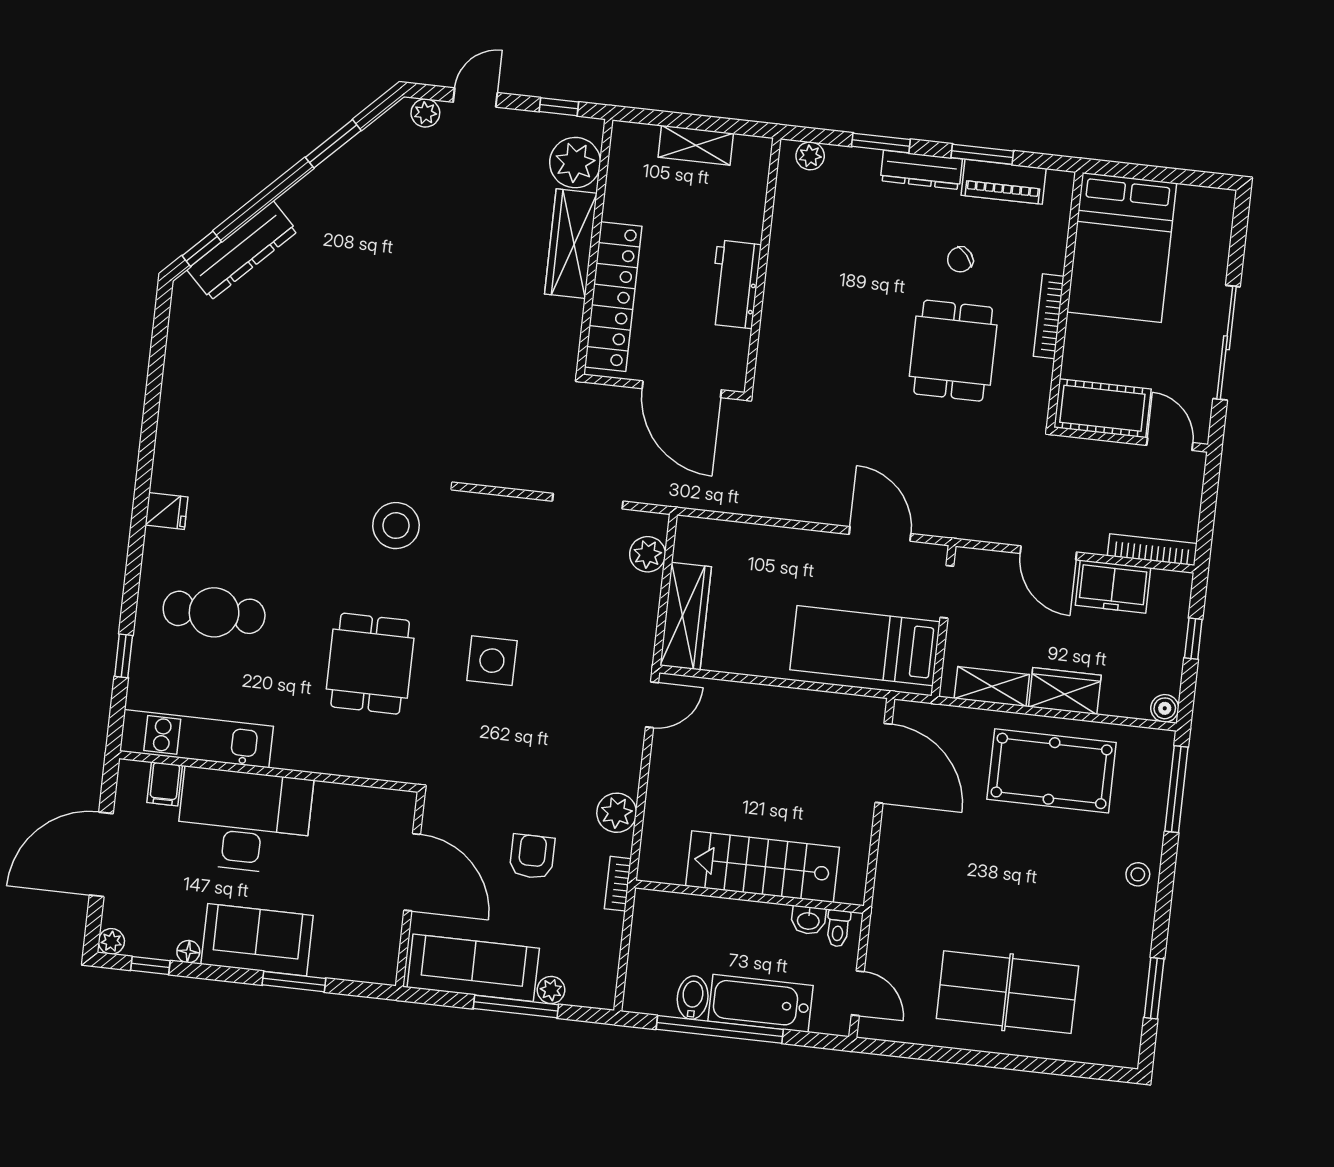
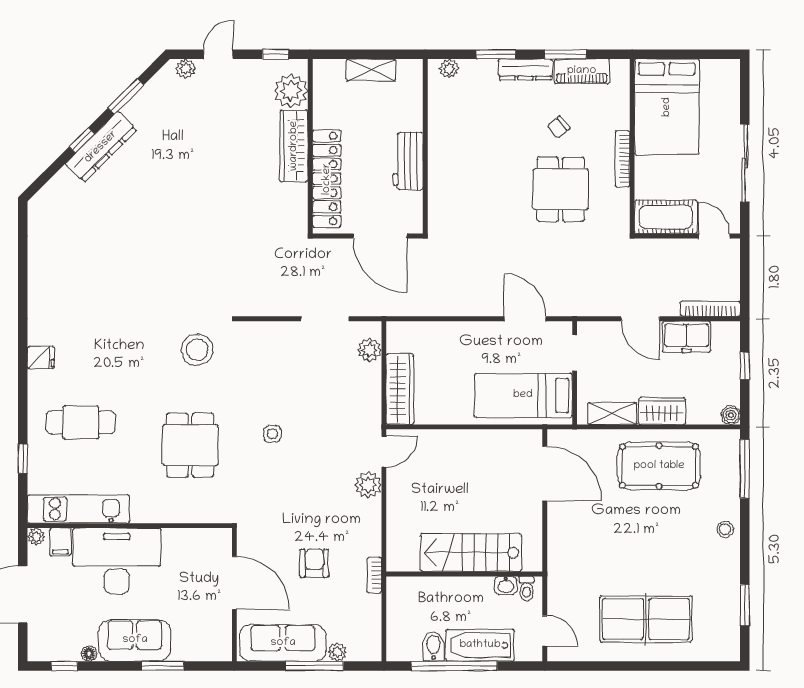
window: (202, 249) -> (82, 140), moved
dresser: (242, 250) -> (101, 147), moved
side table: (492, 661) -> (272, 434), width x0.54, depth x0.54
plant: (617, 813) -> (368, 485), moved
plant: (111, 941) -> (36, 537), moved

